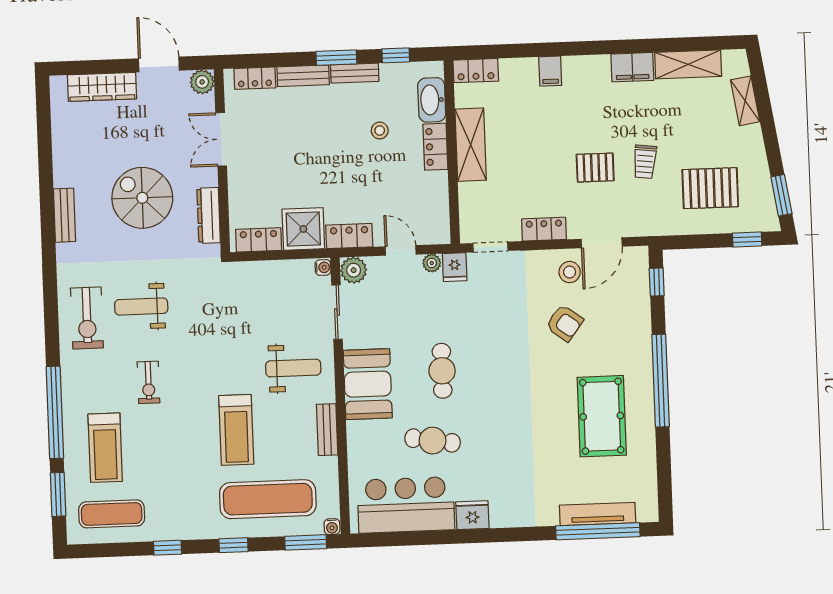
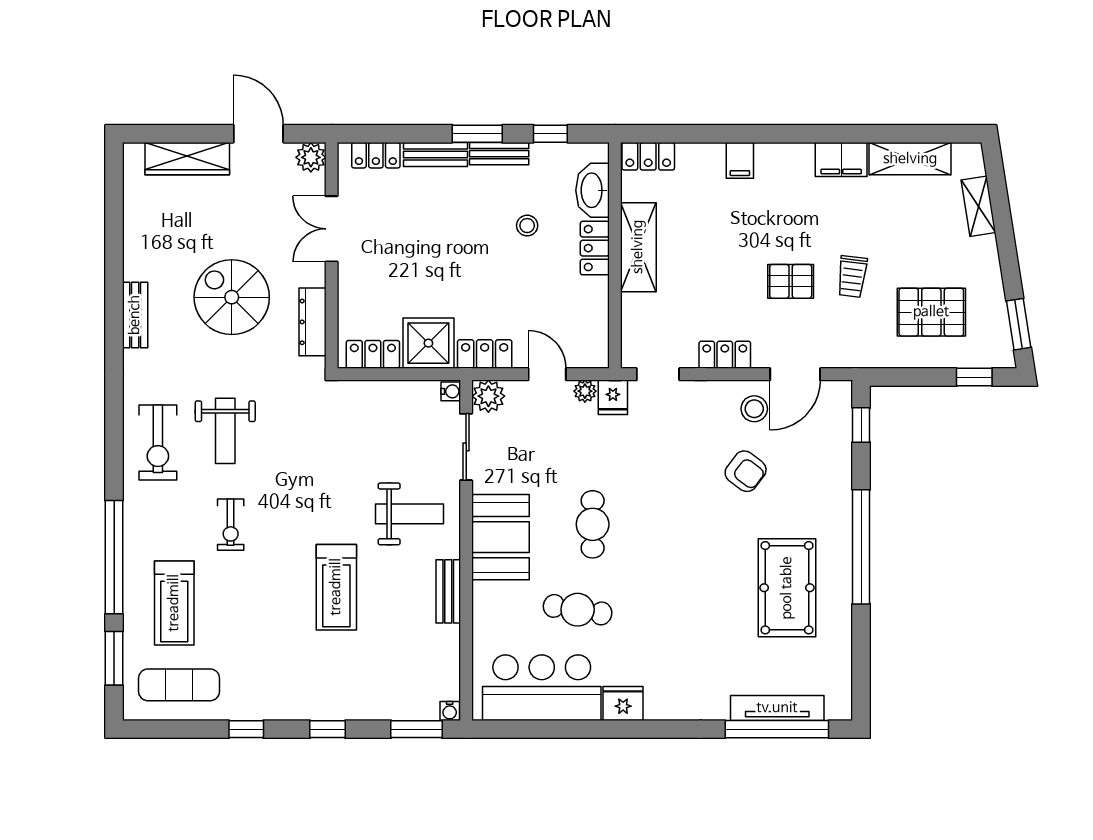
weight bench: (141, 306) -> (225, 431), turned -90
exercise mat: (268, 499) -> (372, 674), removed

